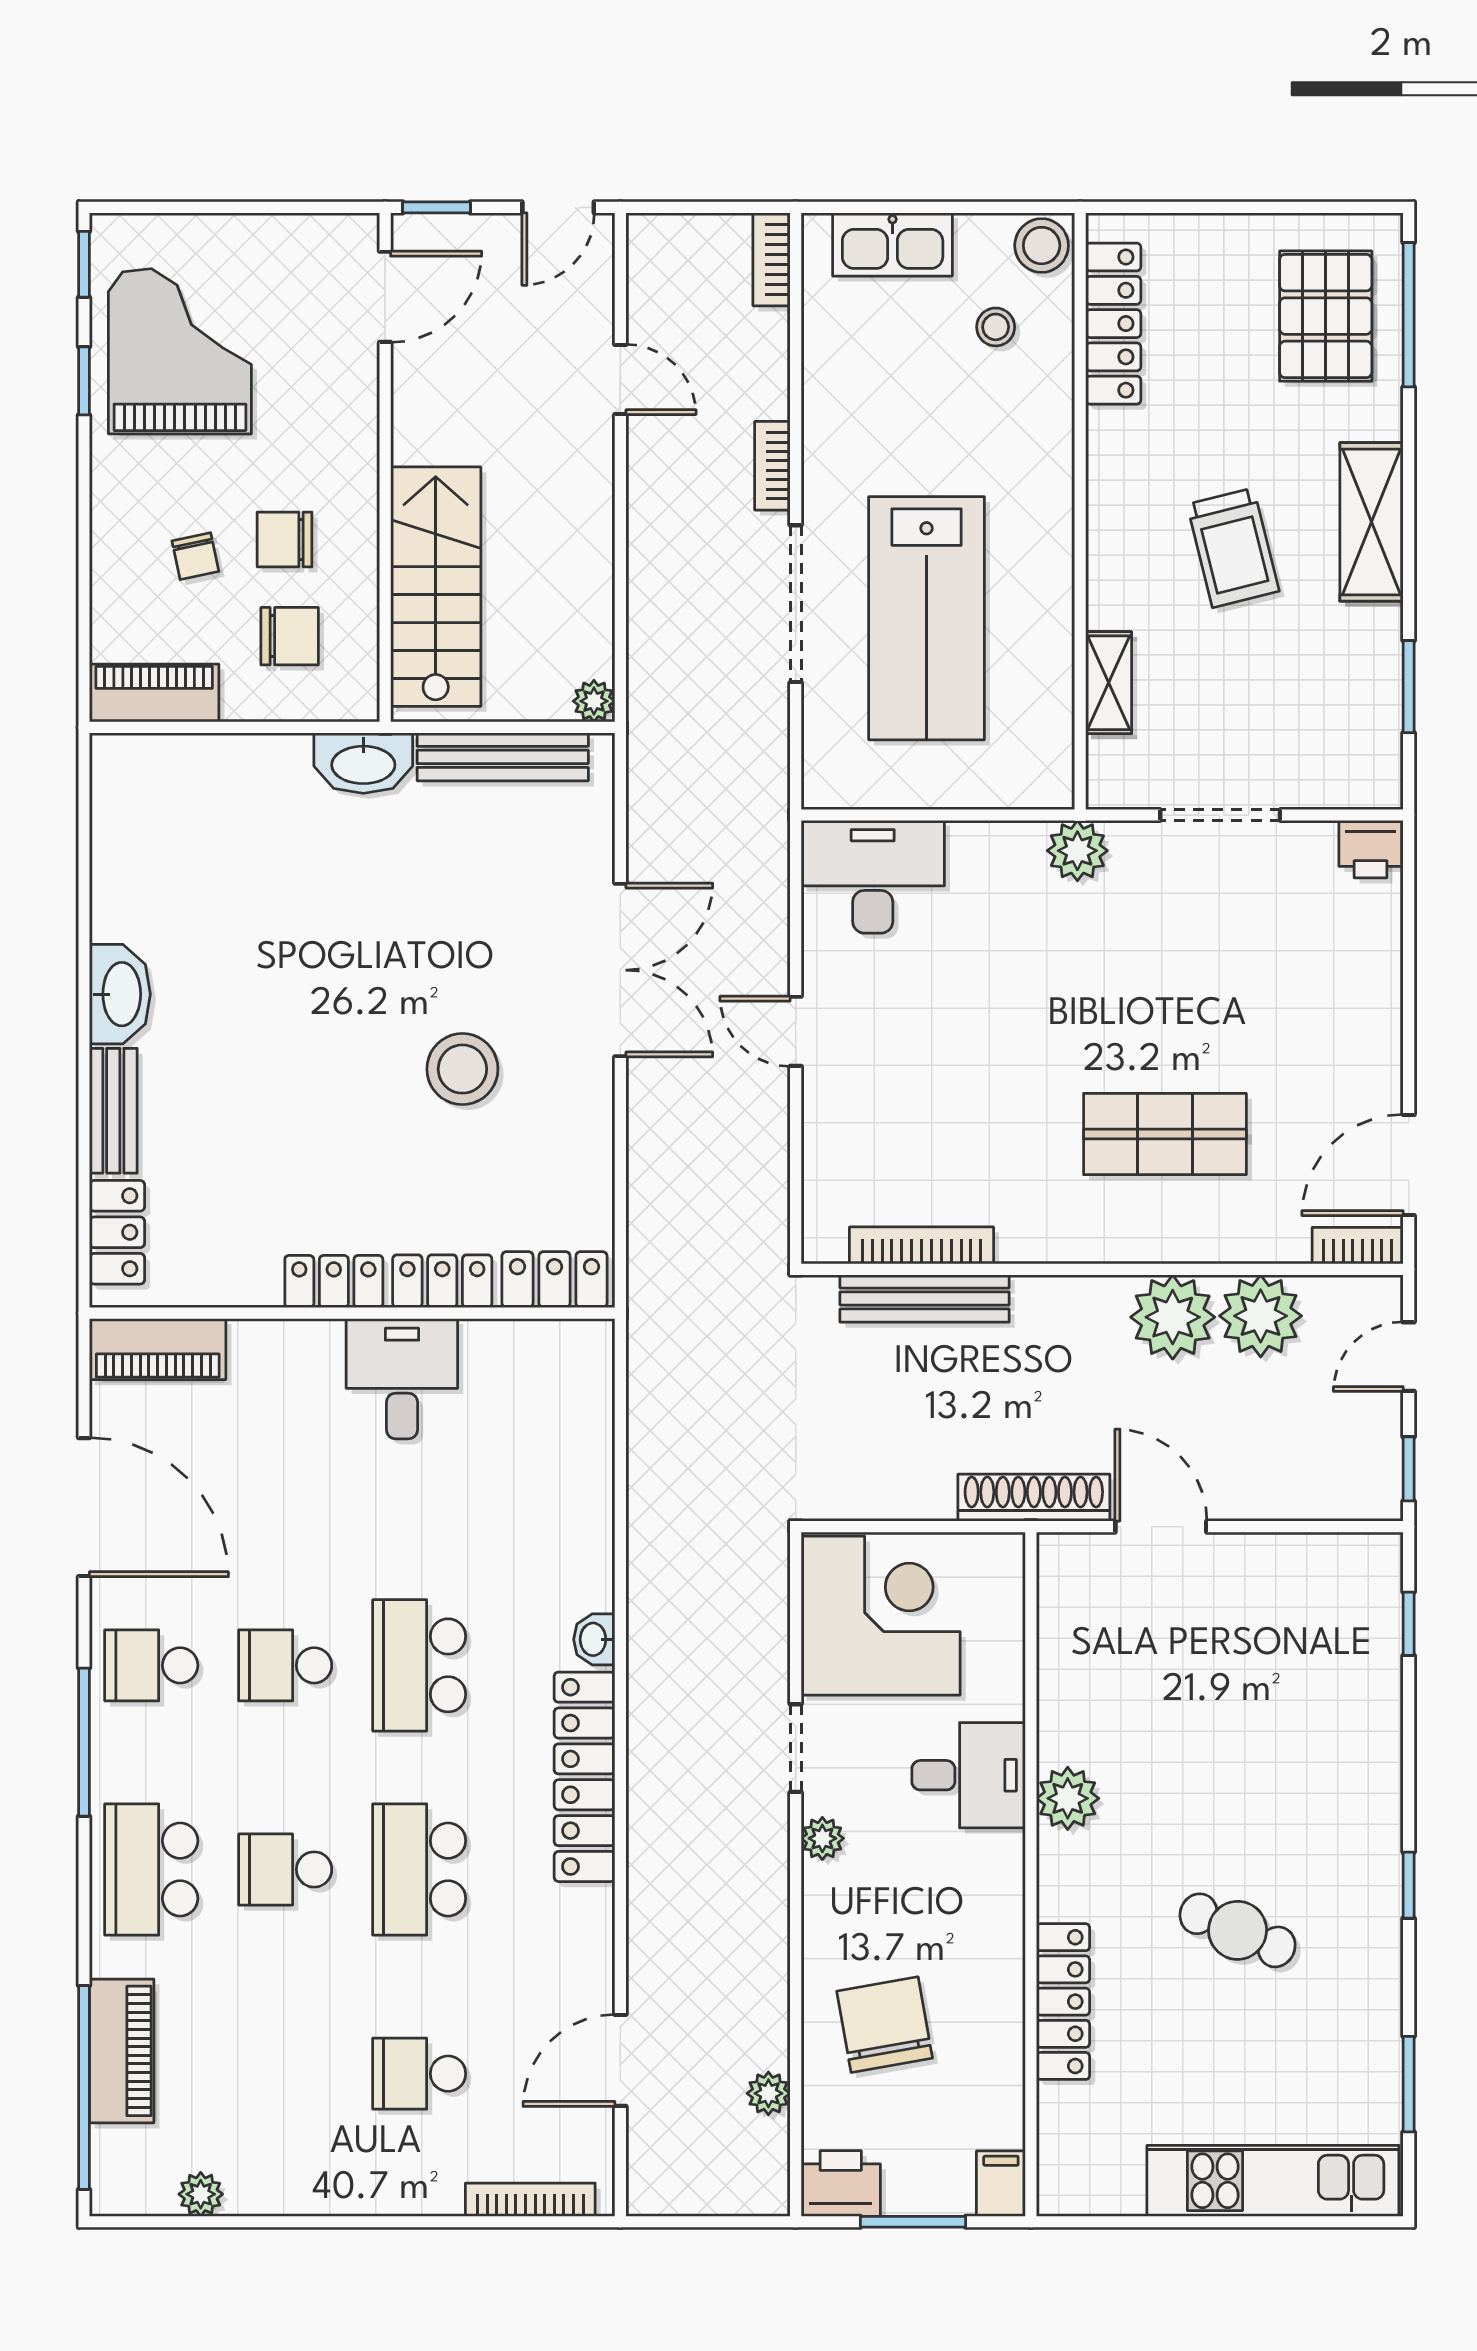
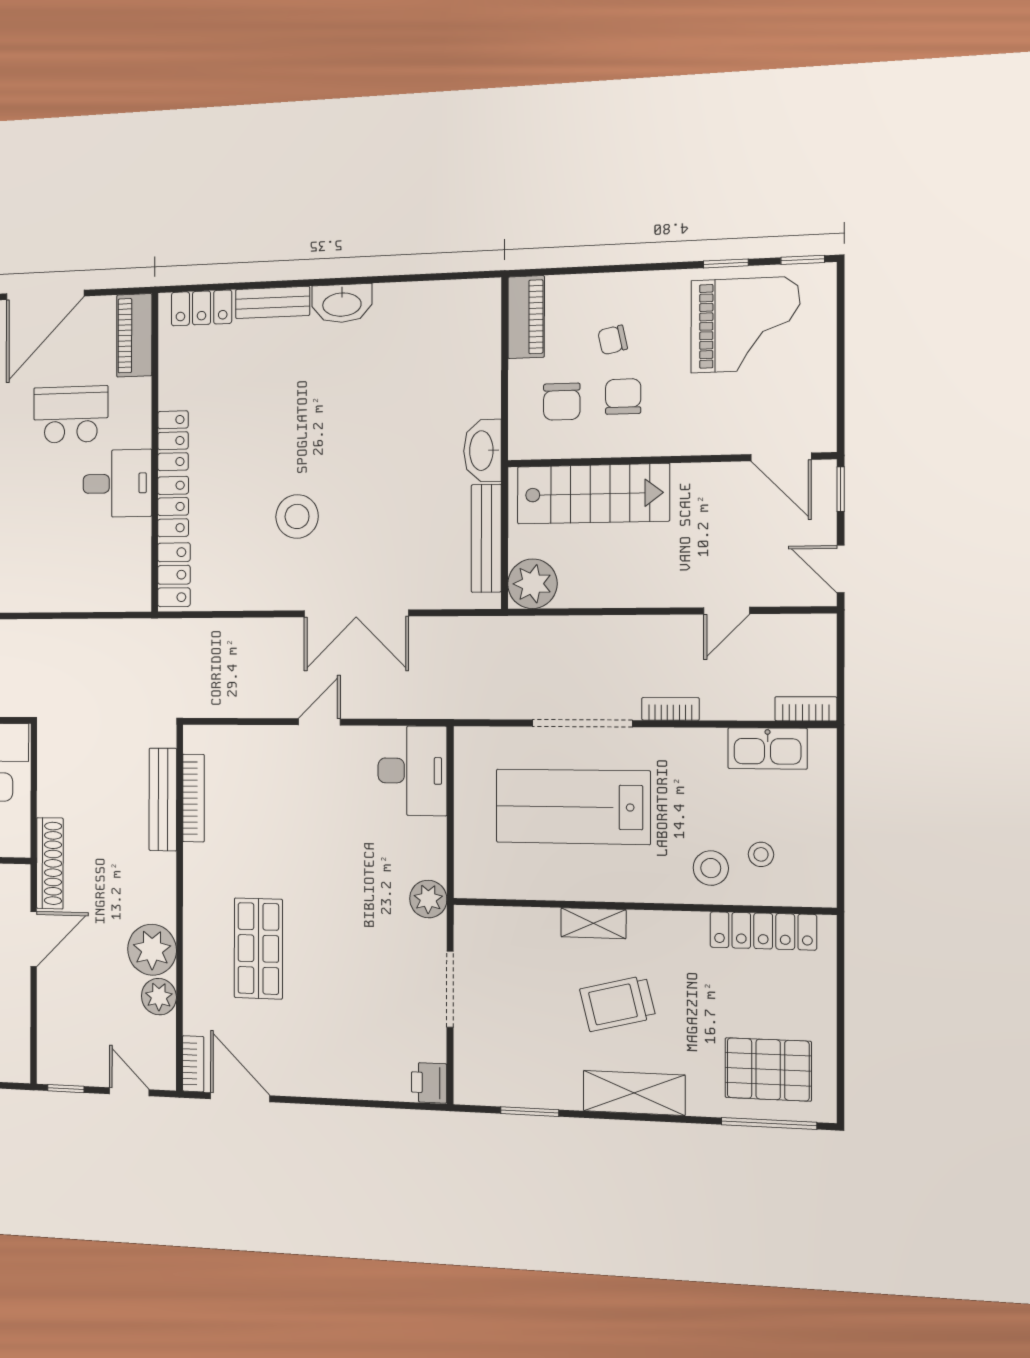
kitchen sink: (893, 244) -> (768, 748), moved, turned -90
stool: (1042, 246) -> (711, 868), moved
shelving: (1109, 683) -> (593, 923), moved
plant: (594, 701) -> (532, 584), width x1.87, depth x1.87
plant: (1261, 1316) -> (159, 997), width x0.73, depth x0.73
school desk: (285, 1461) -> (71, 414), added

